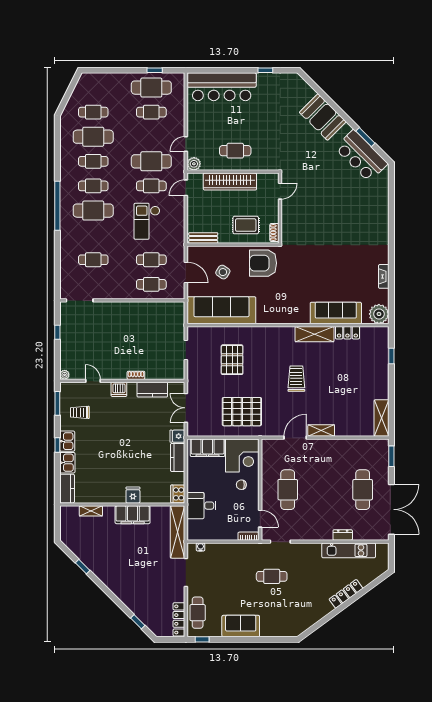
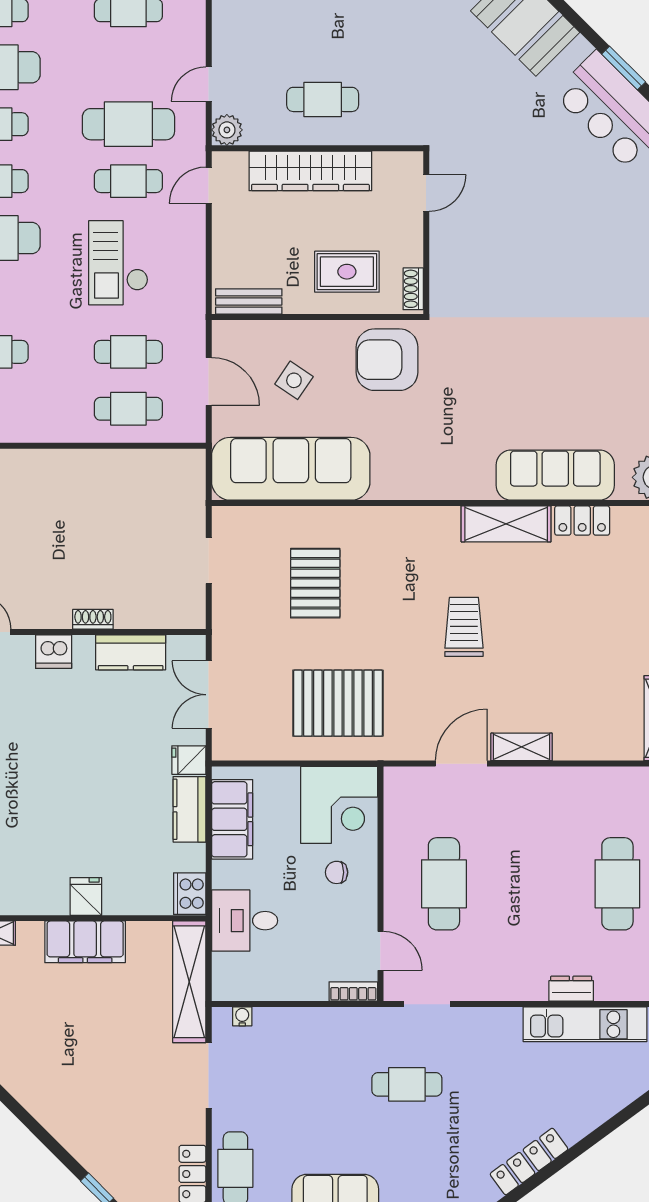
filing cabinet: (208, 448) -> (232, 819), moved, turned -90
locker: (346, 594) -> (529, 1161), moved

